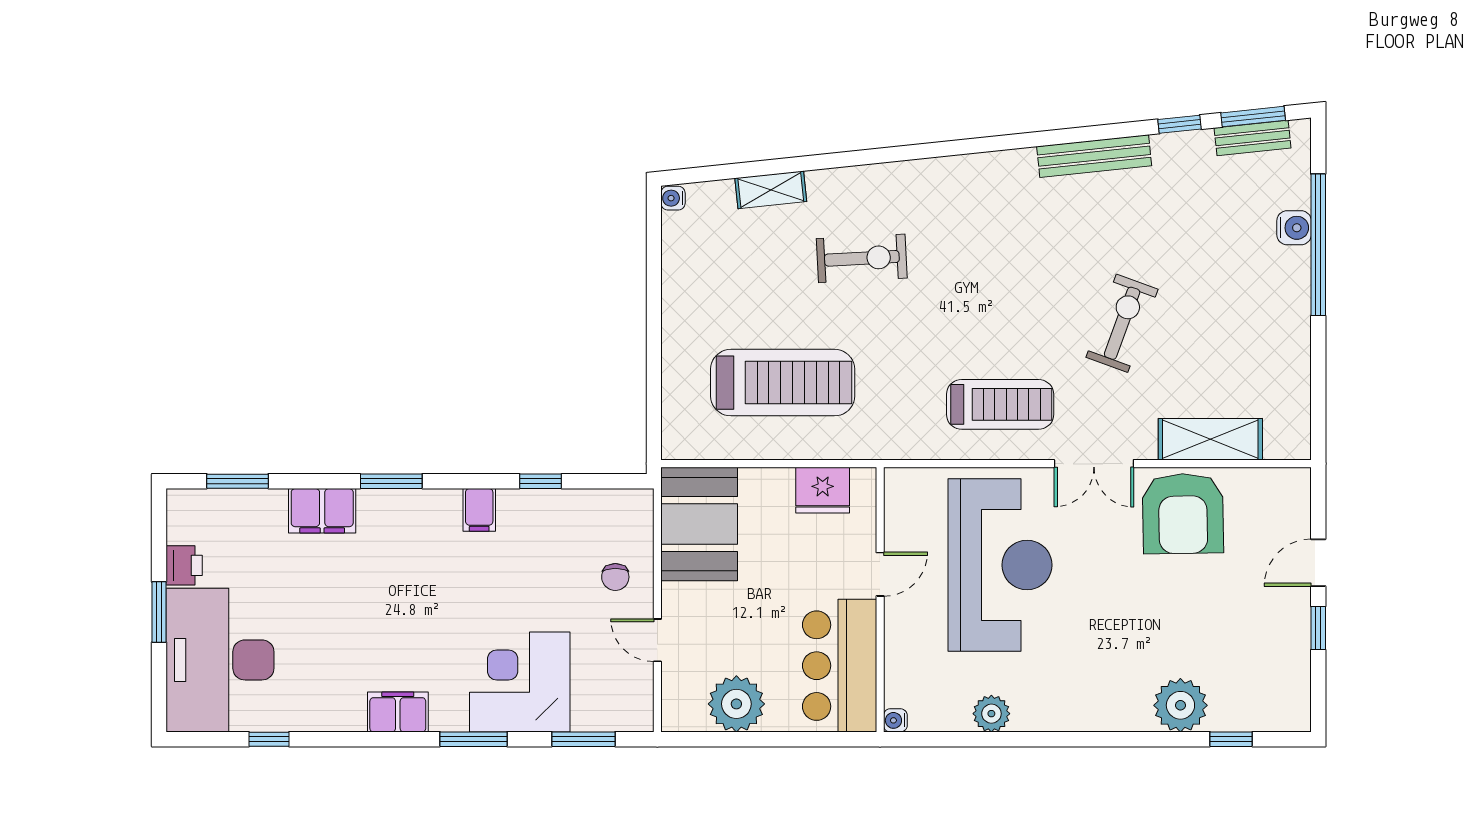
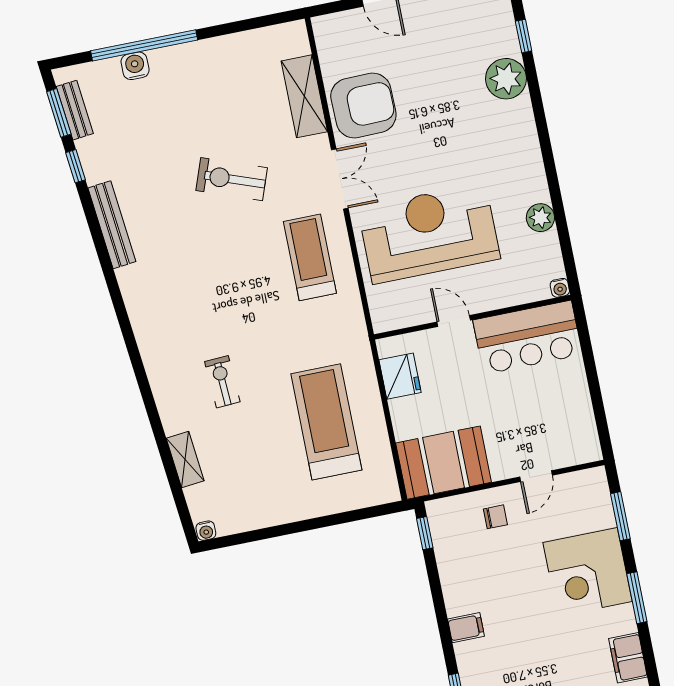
exercise bike: (862, 258) -> (222, 382), width x0.73, depth x0.72
window: (541, 481) -> (425, 533), moved
plant: (736, 704) -> (571, 408), removed

